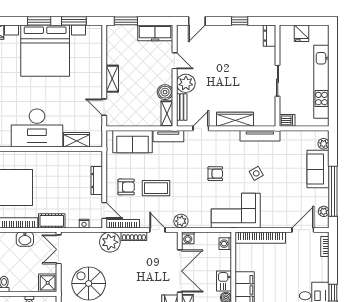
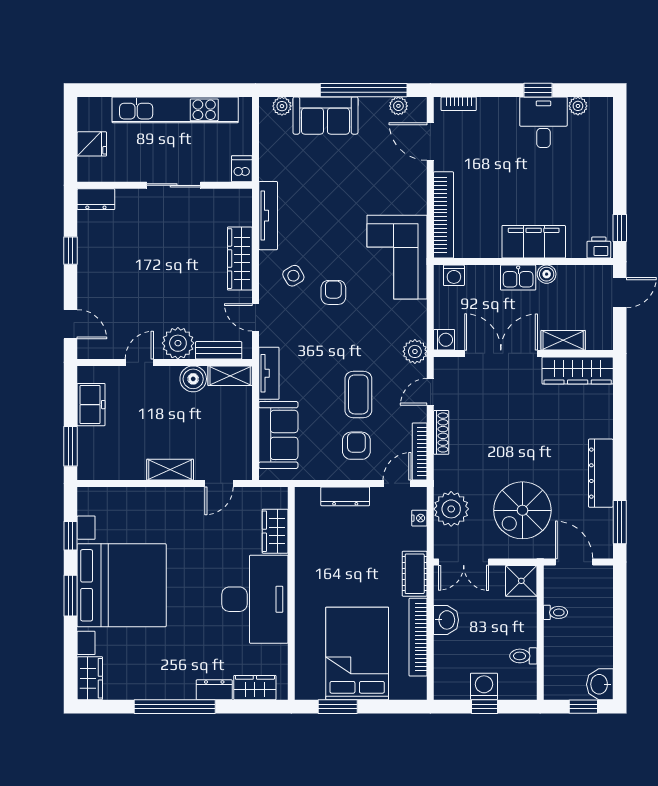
window: (74, 21) -> (71, 536), width x0.67
freezer: (155, 33) -> (91, 405), width x0.71
side table: (256, 173) -> (293, 276), moved
plant: (110, 242) -> (451, 509), moved

